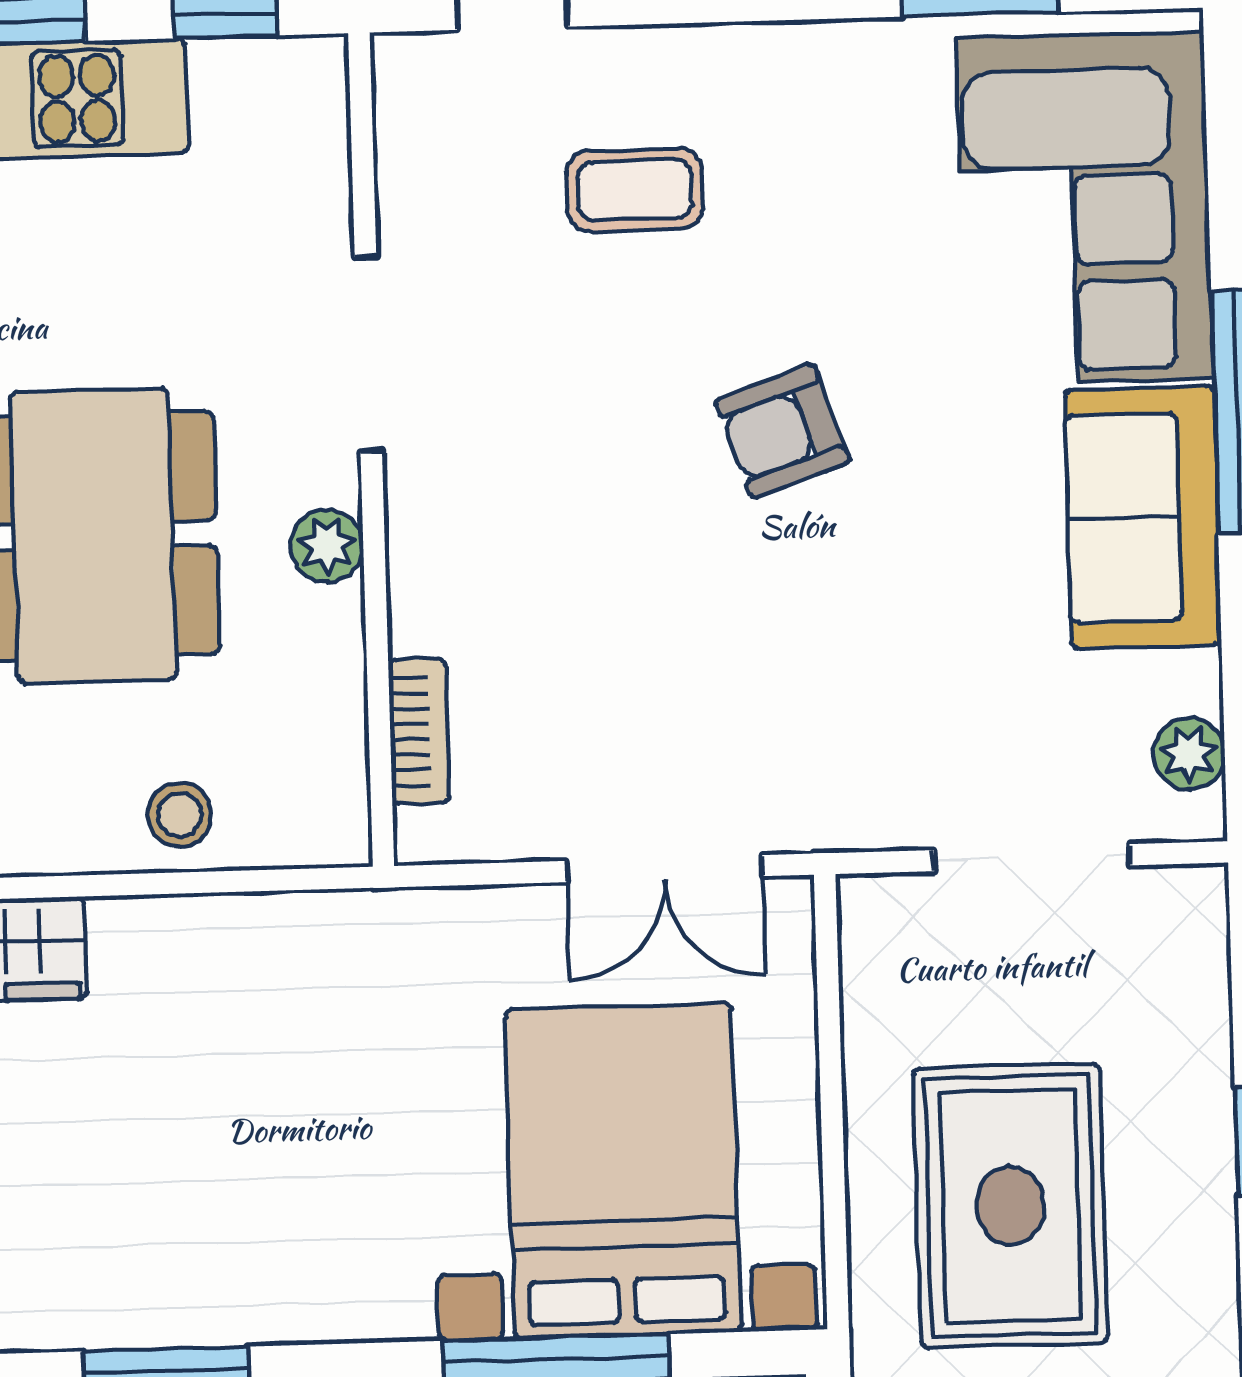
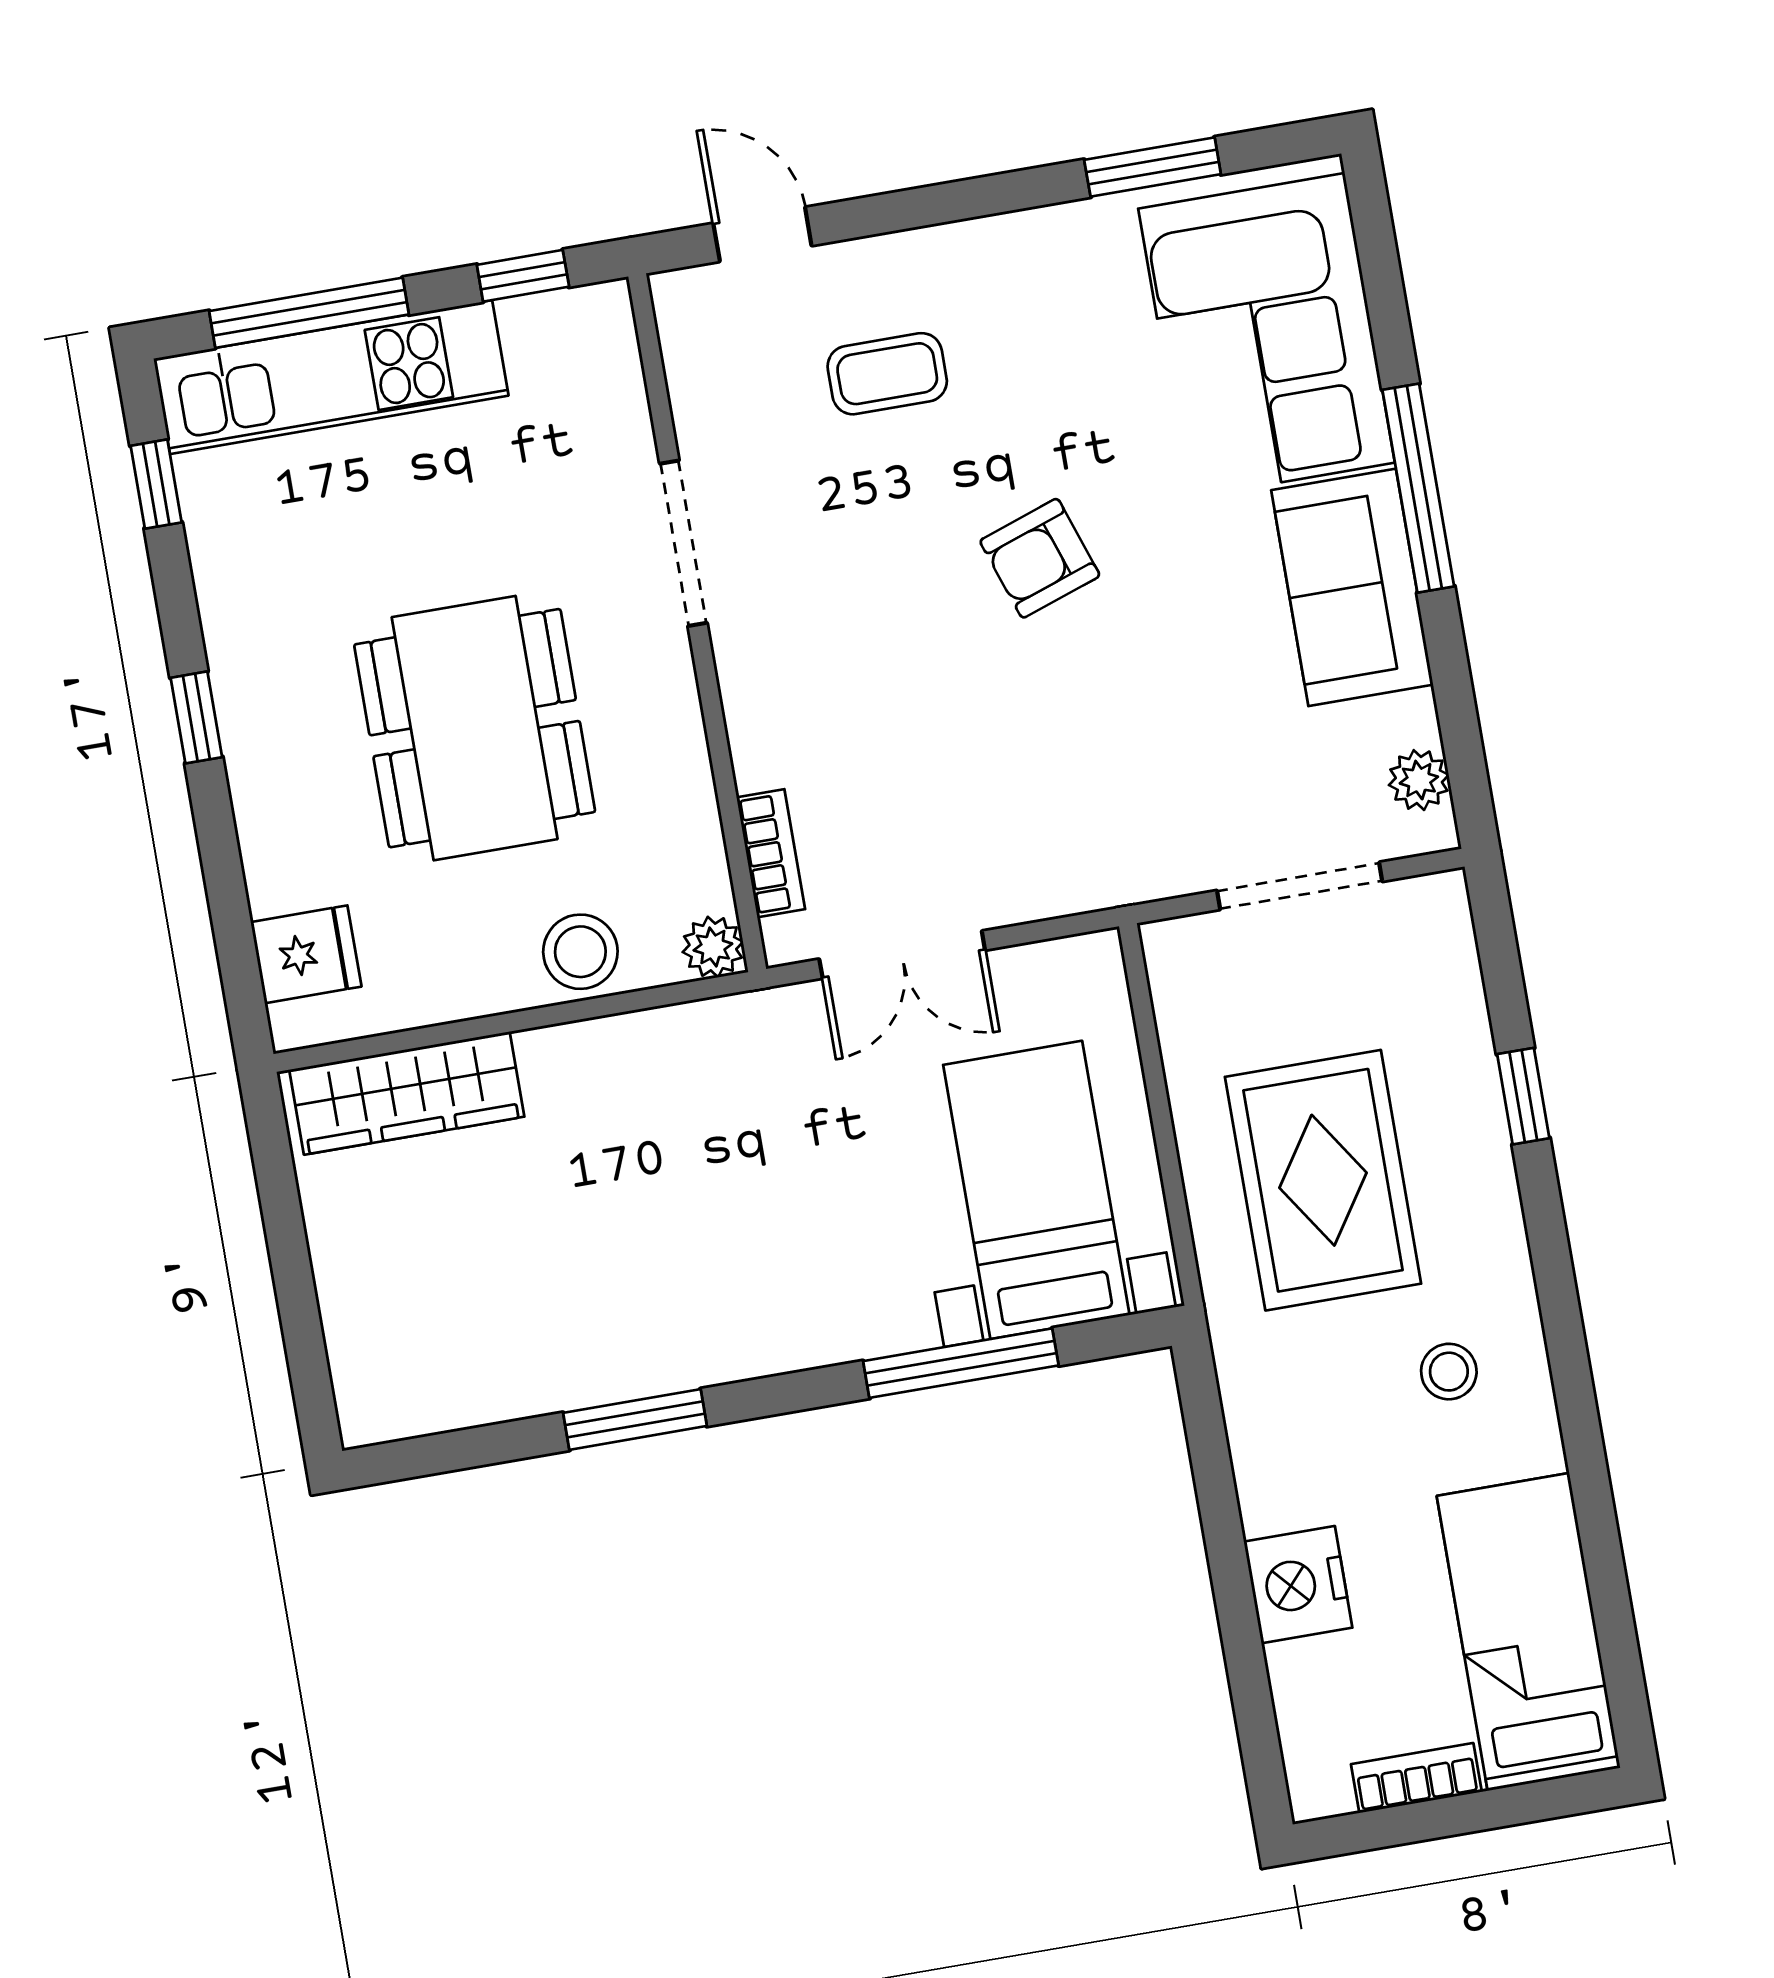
plant: (327, 546) -> (713, 947), moved
stool: (180, 815) -> (580, 952), width x1.37, depth x1.37
double door: (665, 869) -> (902, 955), moved
bed with nightstands: (623, 1171) -> (1036, 1190), width x0.73

